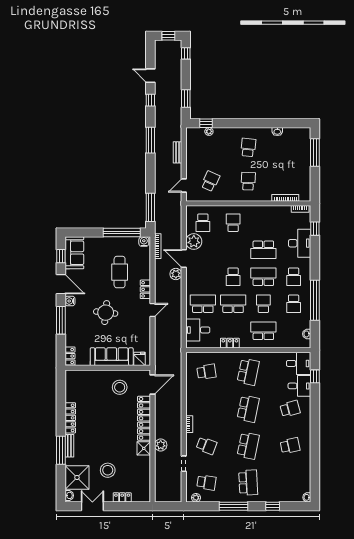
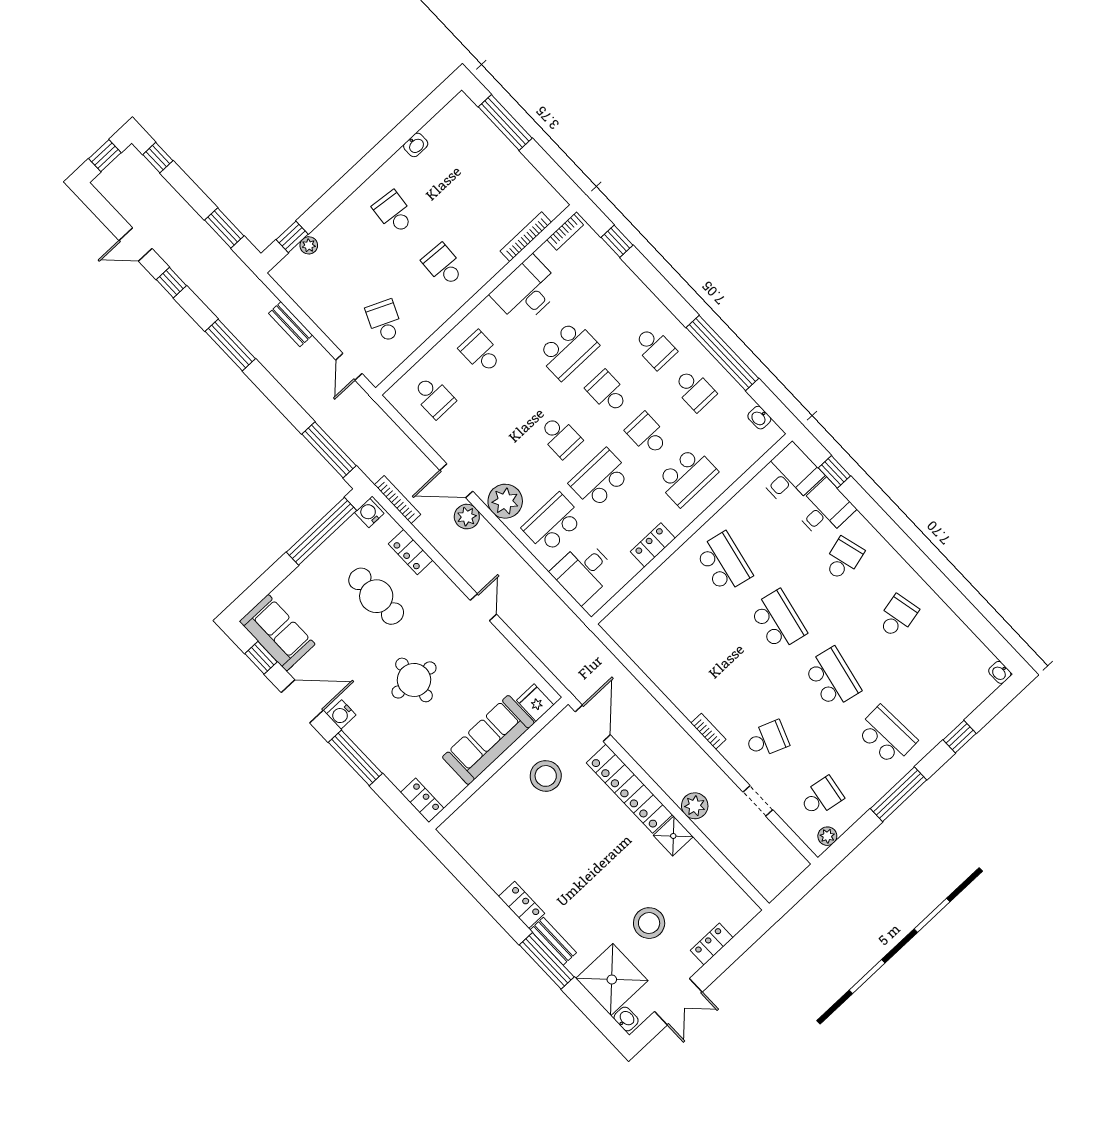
plant: (194, 241) -> (505, 501), moved
desk: (300, 243) -> (526, 291), moved, turned -90
school desk: (263, 277) -> (607, 392), width x0.54
locker: (145, 289) -> (411, 552), moved
school desk: (263, 331) -> (687, 476), turned 180
school desk: (206, 372) -> (658, 624), removed
locker: (70, 418) -> (522, 905), width x0.66
double door: (92, 506) -> (678, 1002), swing flipped

